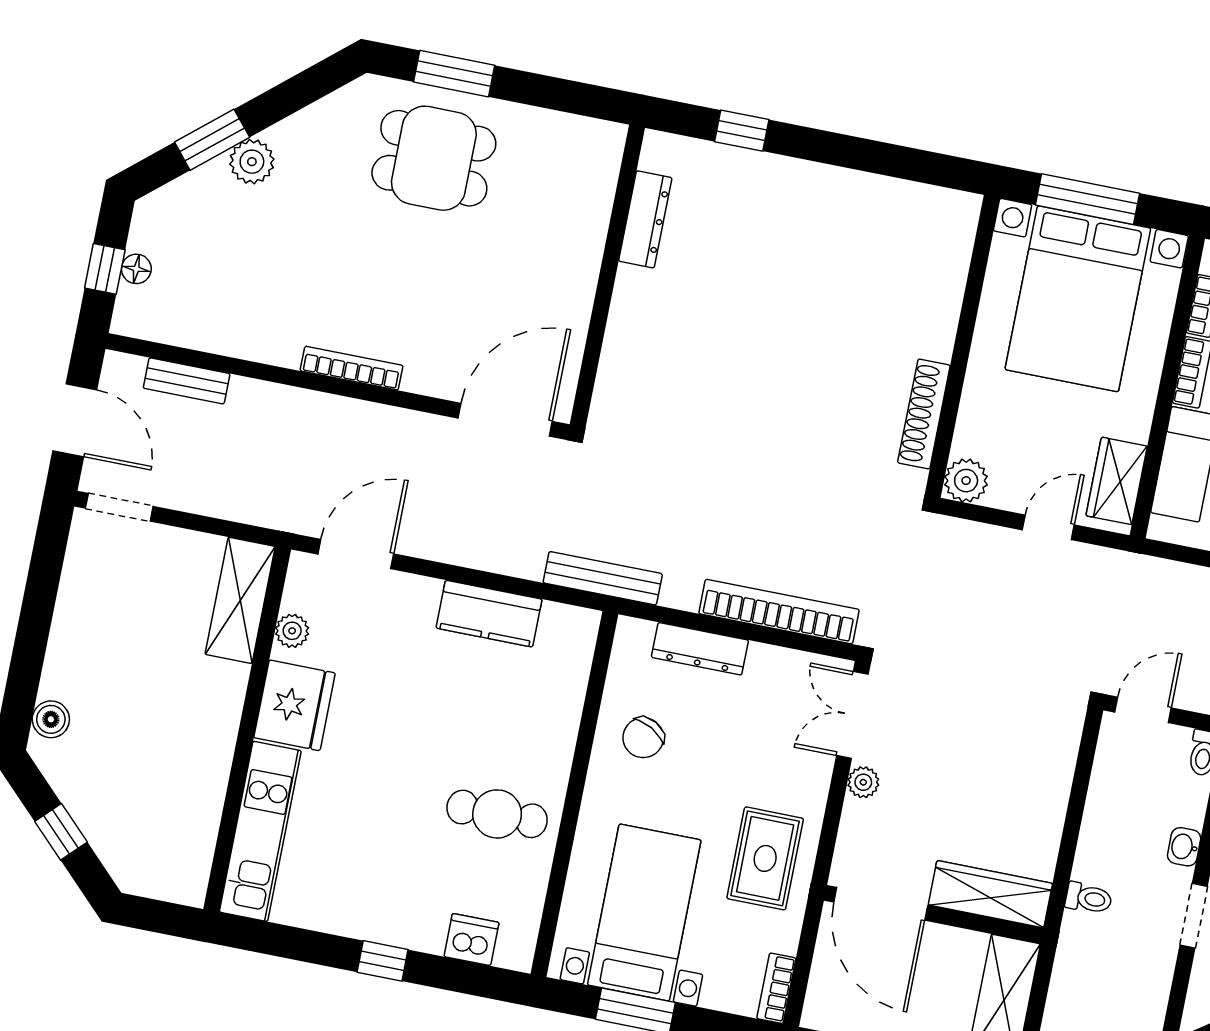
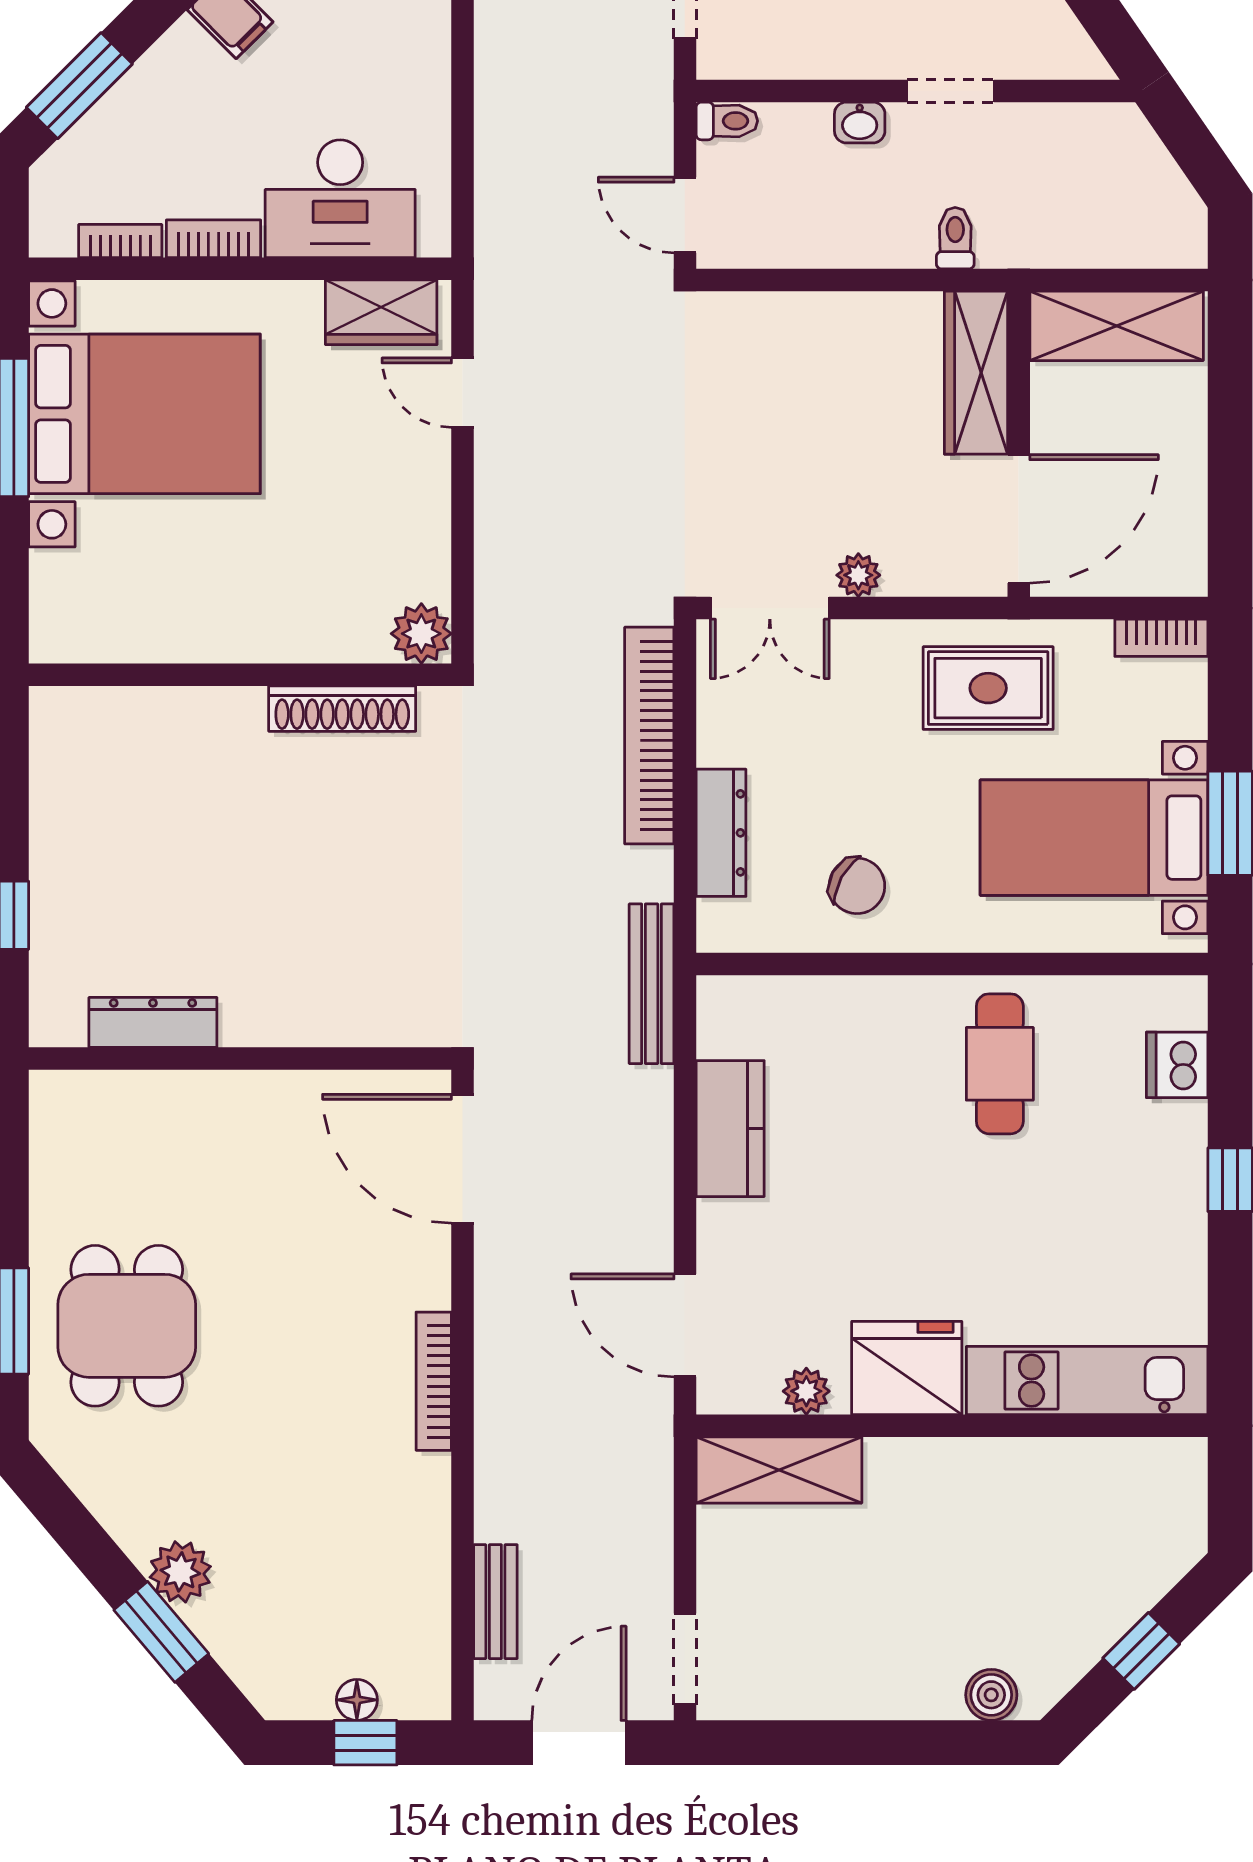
wall: (962, 346) -> (240, 675), moved
shoe rack: (924, 414) -> (342, 709), moved
plant: (966, 481) -> (421, 634), moved

